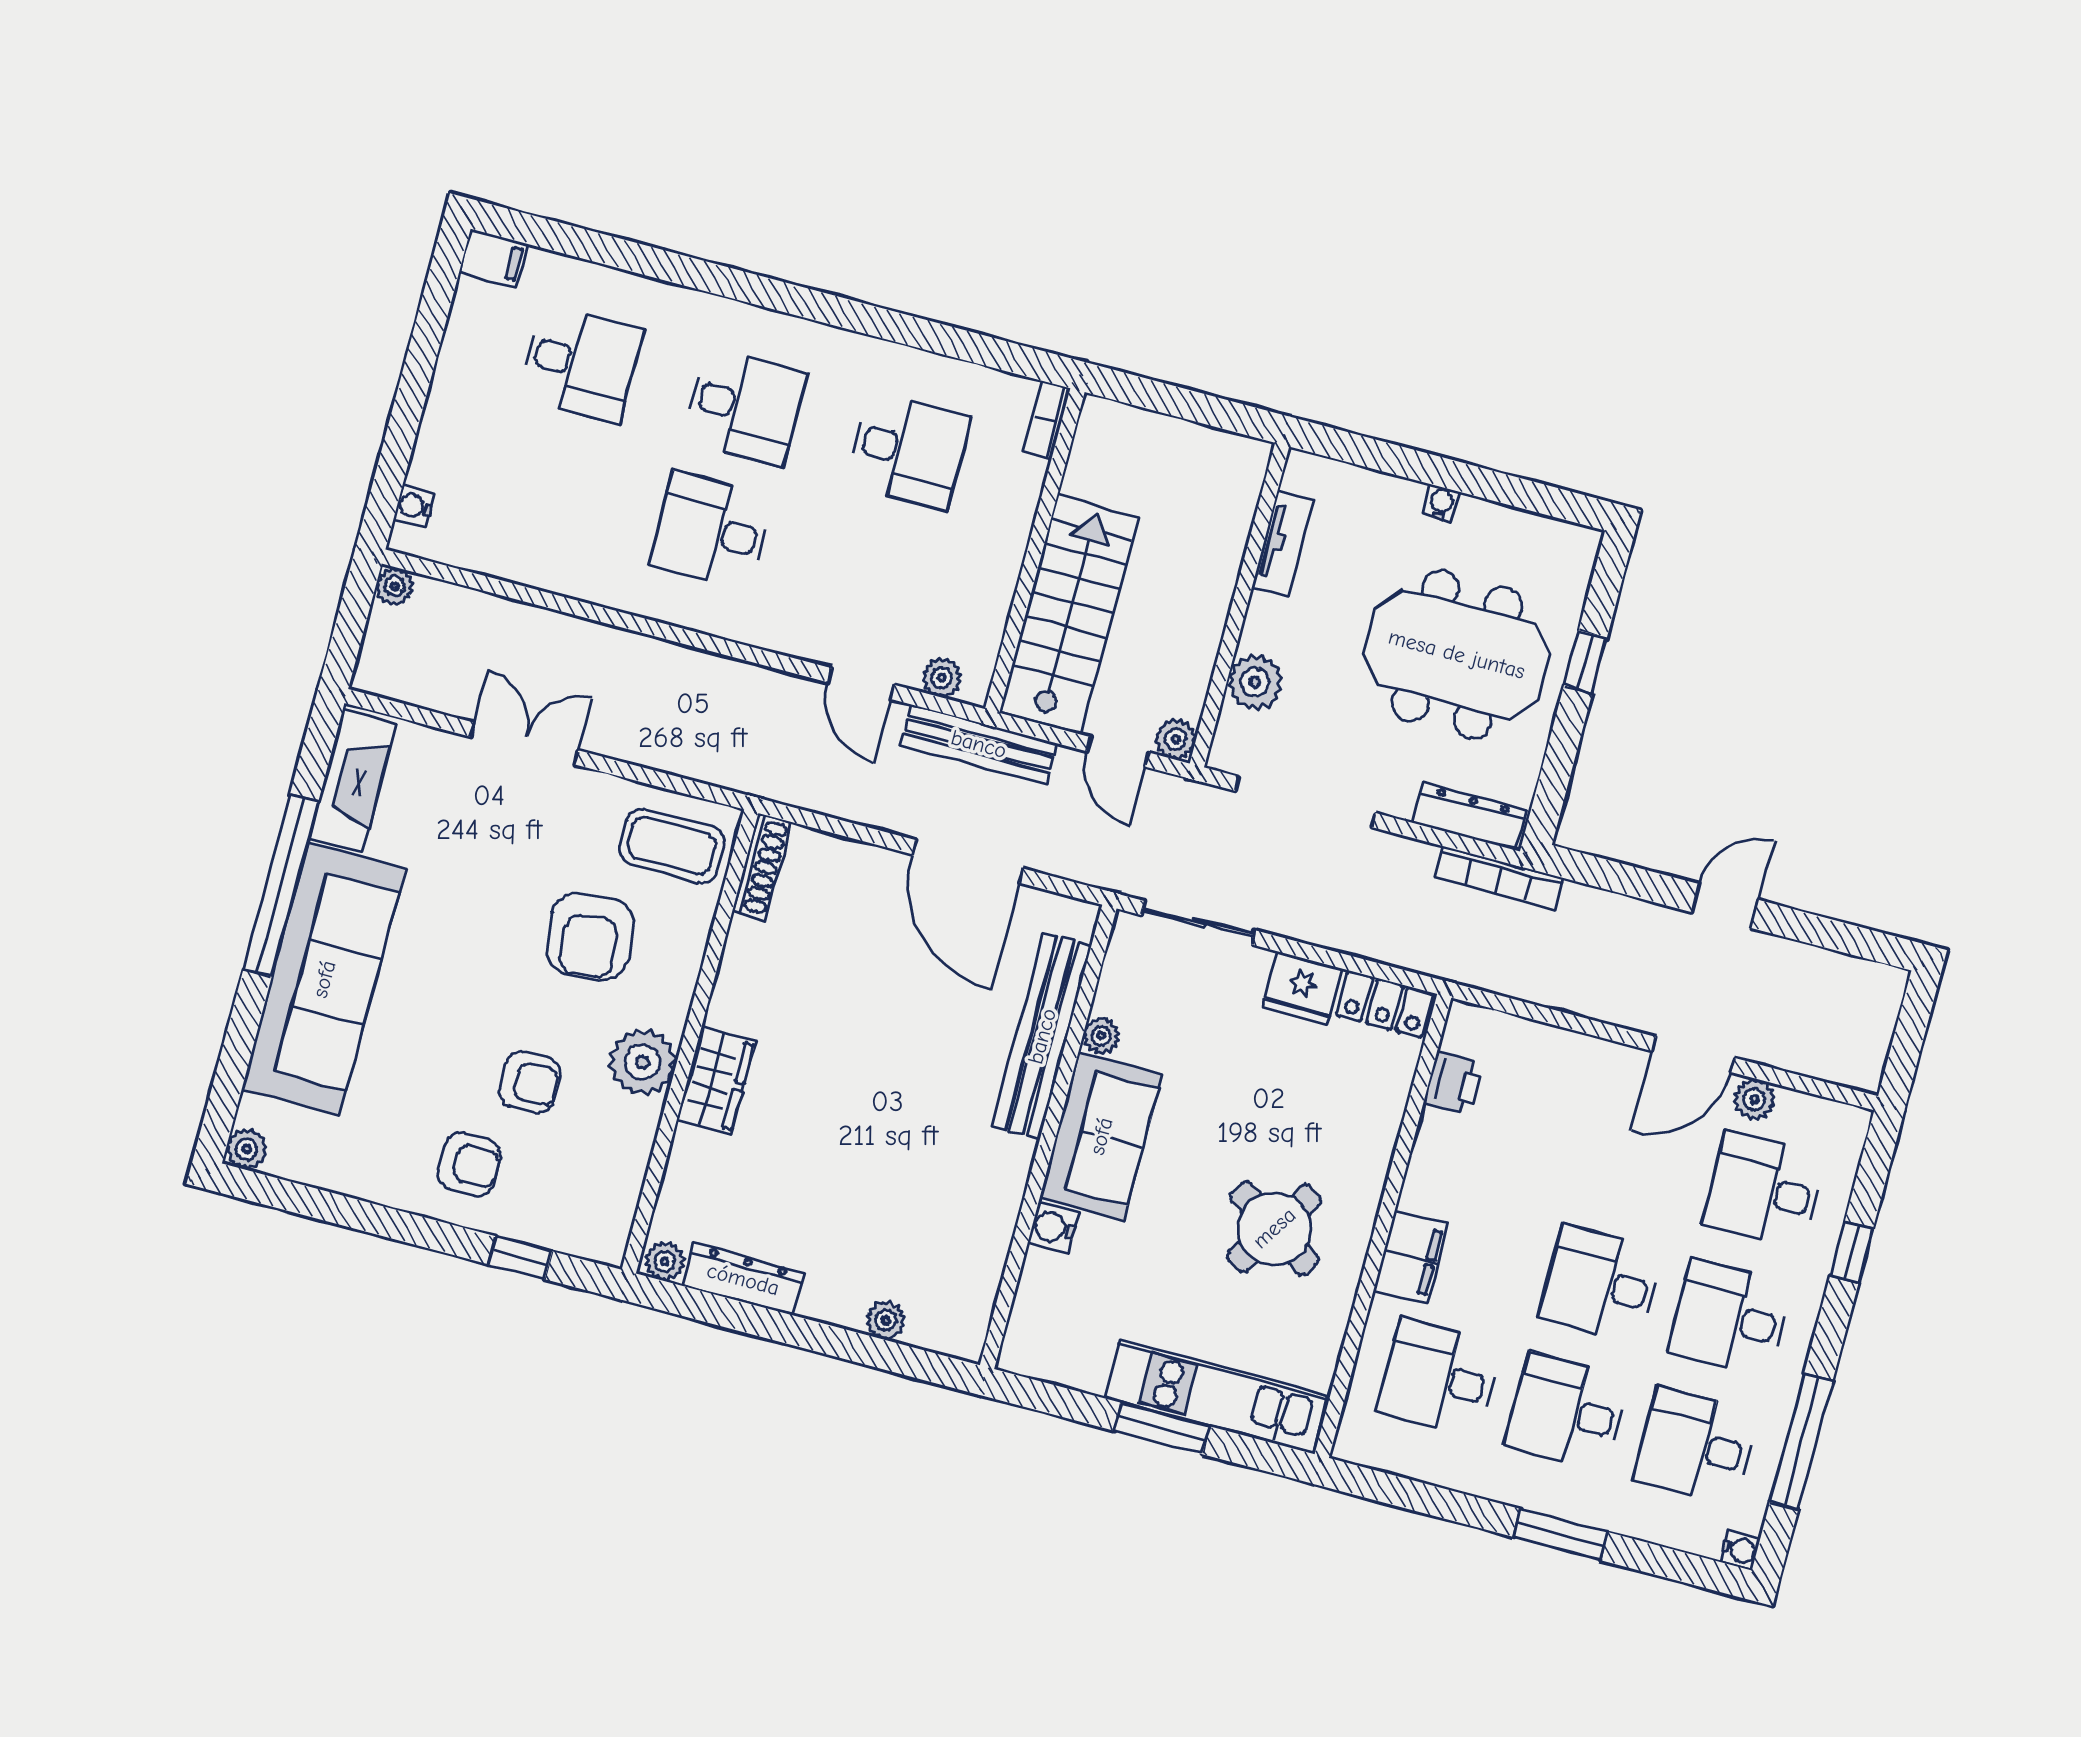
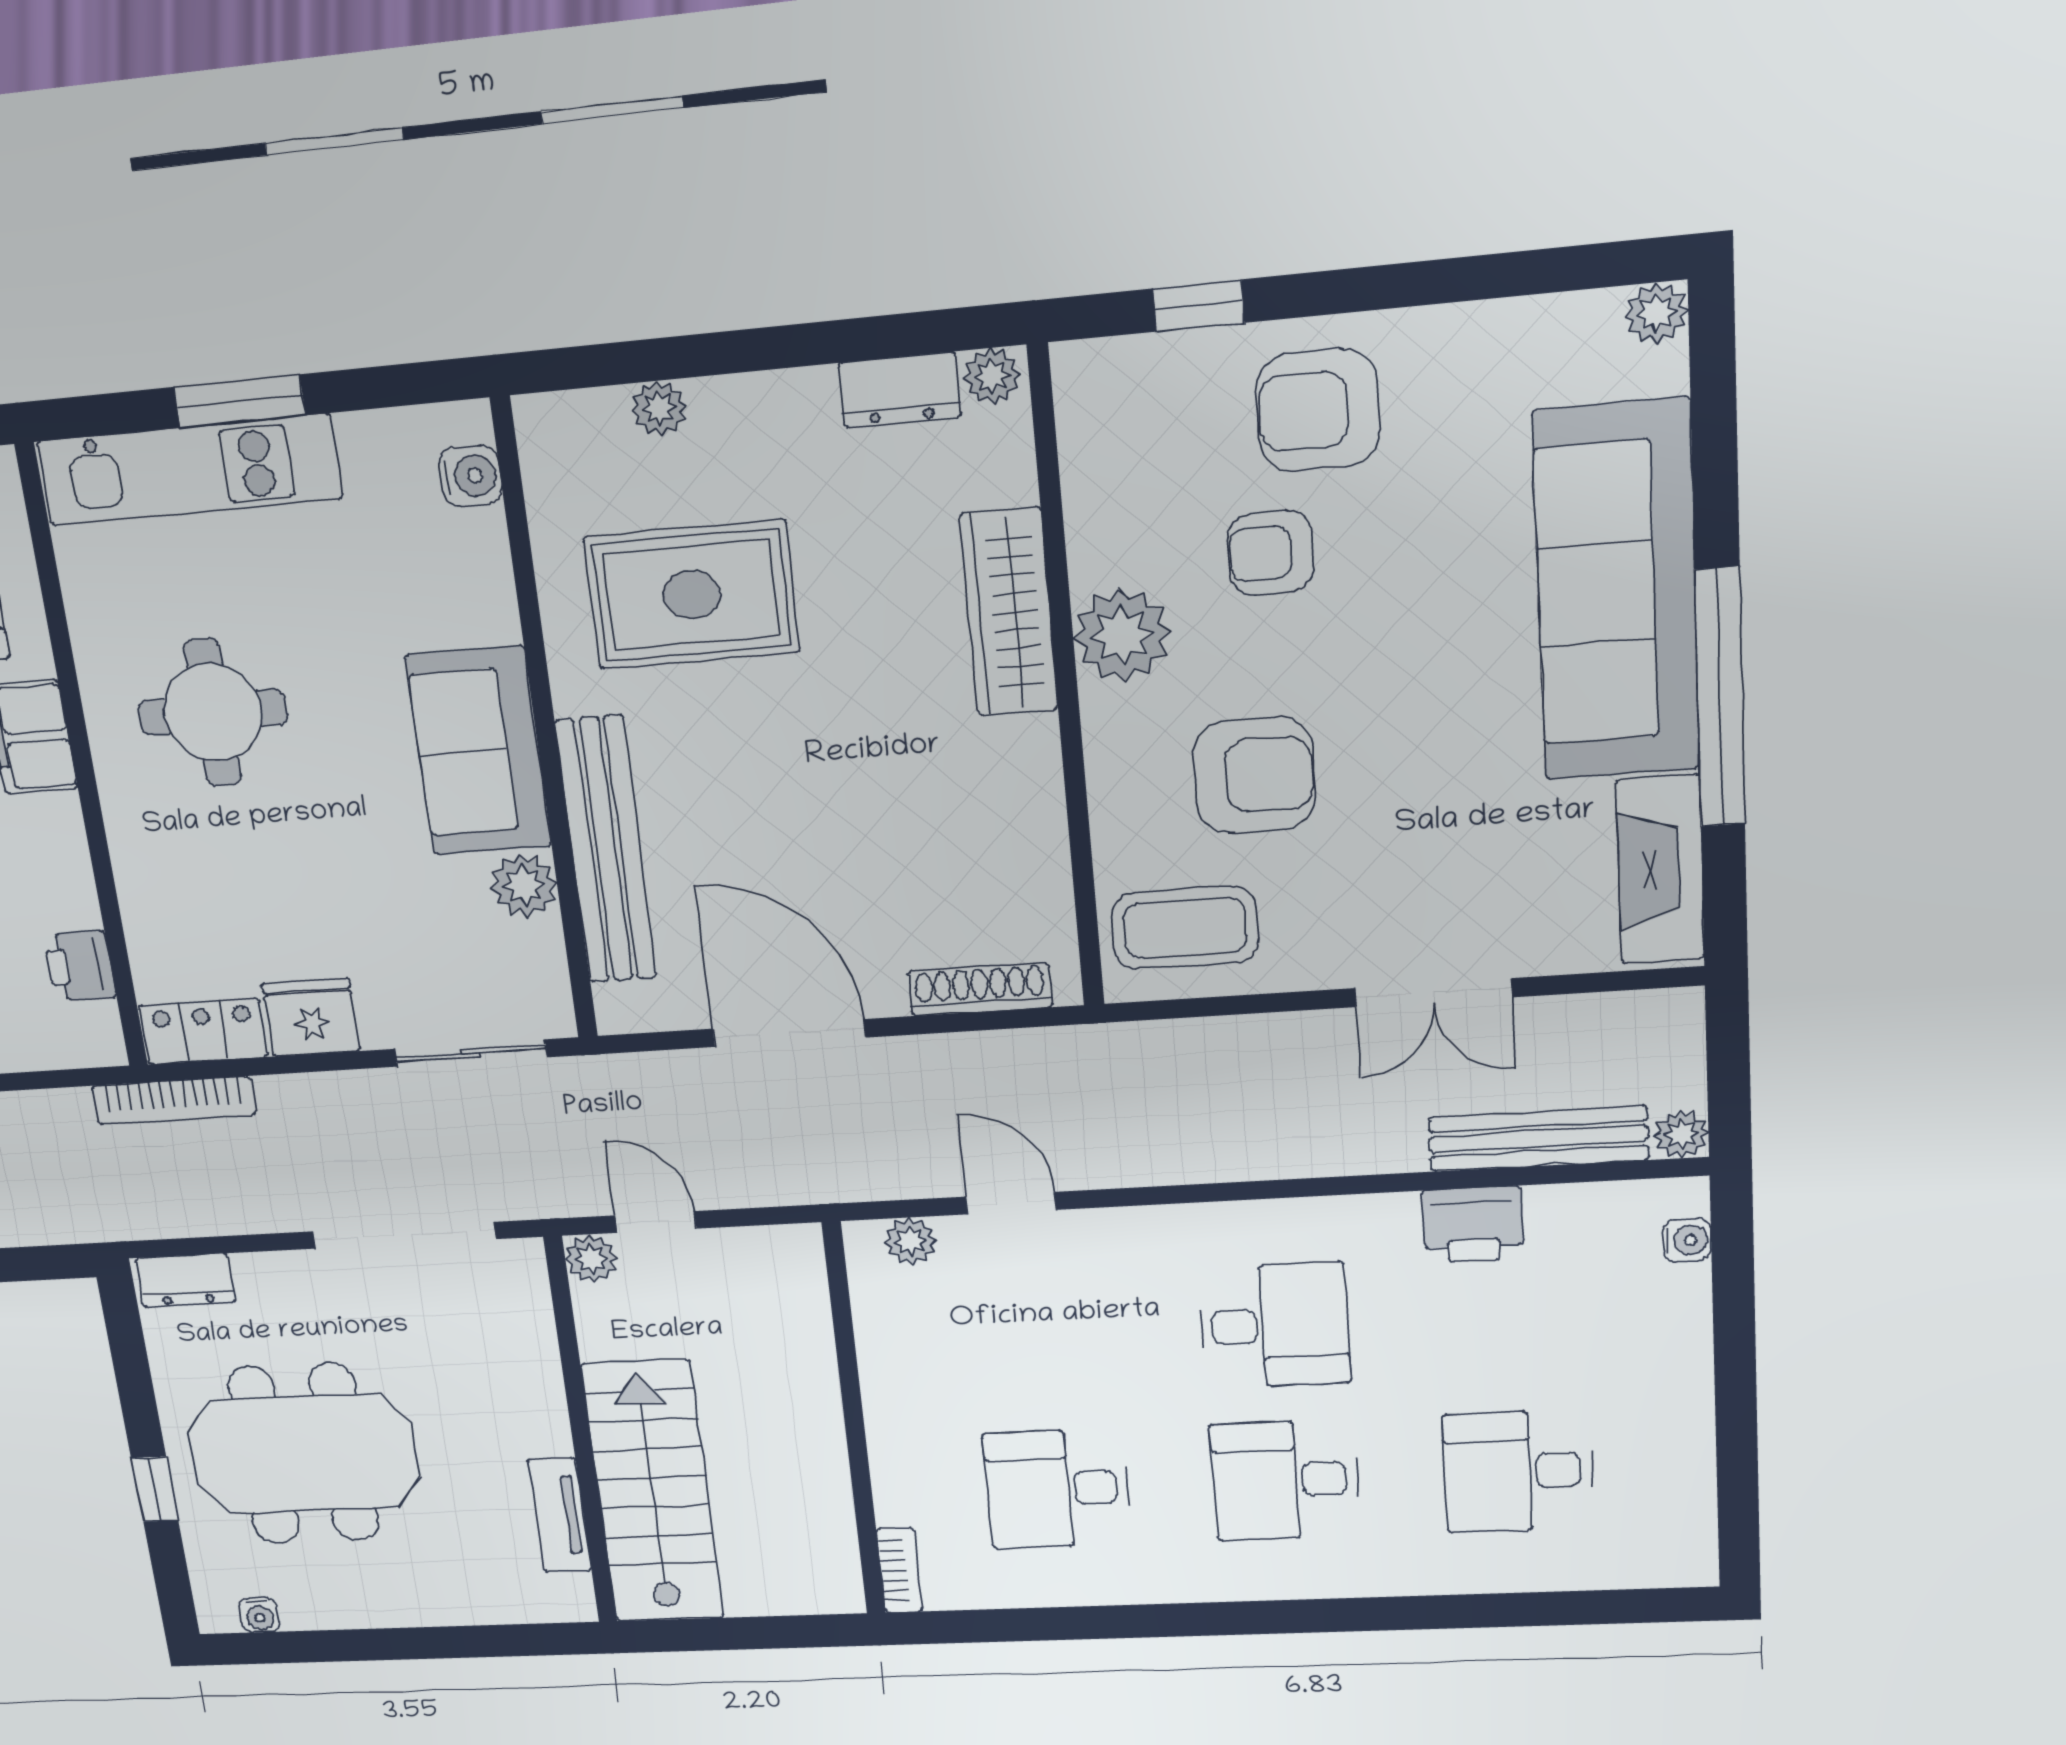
filing cabinet: (494, 258) -> (1677, 1561), removed
water cooler: (1441, 503) -> (259, 1615), moved
printer: (552, 564) -> (1473, 1225), added
stairs: (1069, 614) -> (653, 1492), moved, turned 180
plant: (1255, 682) -> (525, 1352), removed
bench: (979, 744) -> (1538, 1139), moved
dresser: (1469, 816) -> (185, 1280), width x0.70
shoe rack: (762, 867) -> (980, 989), moved, turned 90
bookcase: (1499, 877) -> (173, 1100), moved, turned 180
armchair: (590, 936) -> (1255, 775), turned 96
plant: (1101, 1036) -> (524, 886), width x1.38, depth x1.38
wardrobe: (716, 1080) -> (1009, 612), width x1.50
armchair: (469, 1164) -> (1318, 410), width x1.38, depth x1.38
rug: (913, 1191) -> (692, 595), added
water cooler: (1053, 1227) -> (470, 476), moved
round table: (1274, 1228) -> (213, 712), turned -33
dresser: (743, 1279) -> (899, 390), width x0.70

